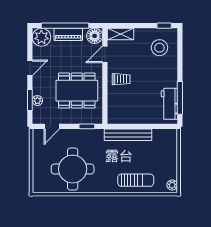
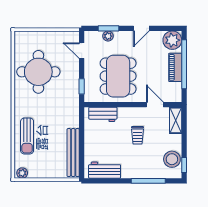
floor lamp: (95, 36) -> (174, 94), removed
stool: (159, 48) -> (172, 159), moved
door: (30, 68) -> (141, 28), hinge flipped
trolley: (121, 79) -> (138, 135), moved
window: (180, 98) -> (148, 181), moved
workbench: (114, 106) -> (103, 114), added
bench: (128, 135) -> (73, 153), moved

